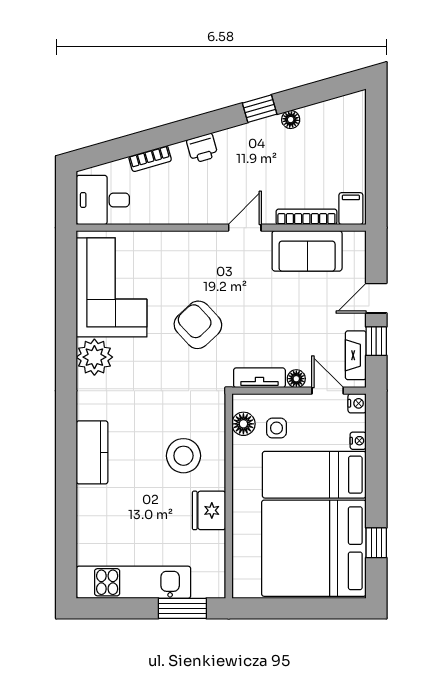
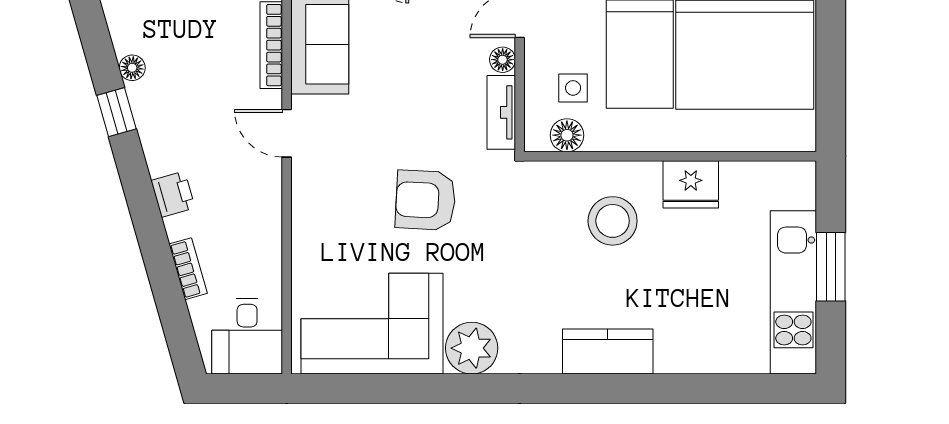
armchair: (198, 325) -> (425, 200), turned 46
window: (182, 608) -> (831, 267), moved

